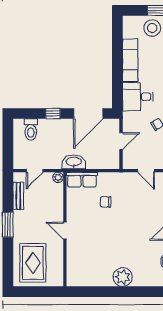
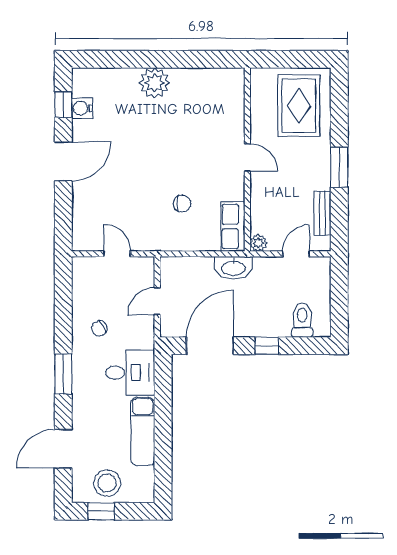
row of seats: (82, 180) -> (233, 227), moved, turned -90

